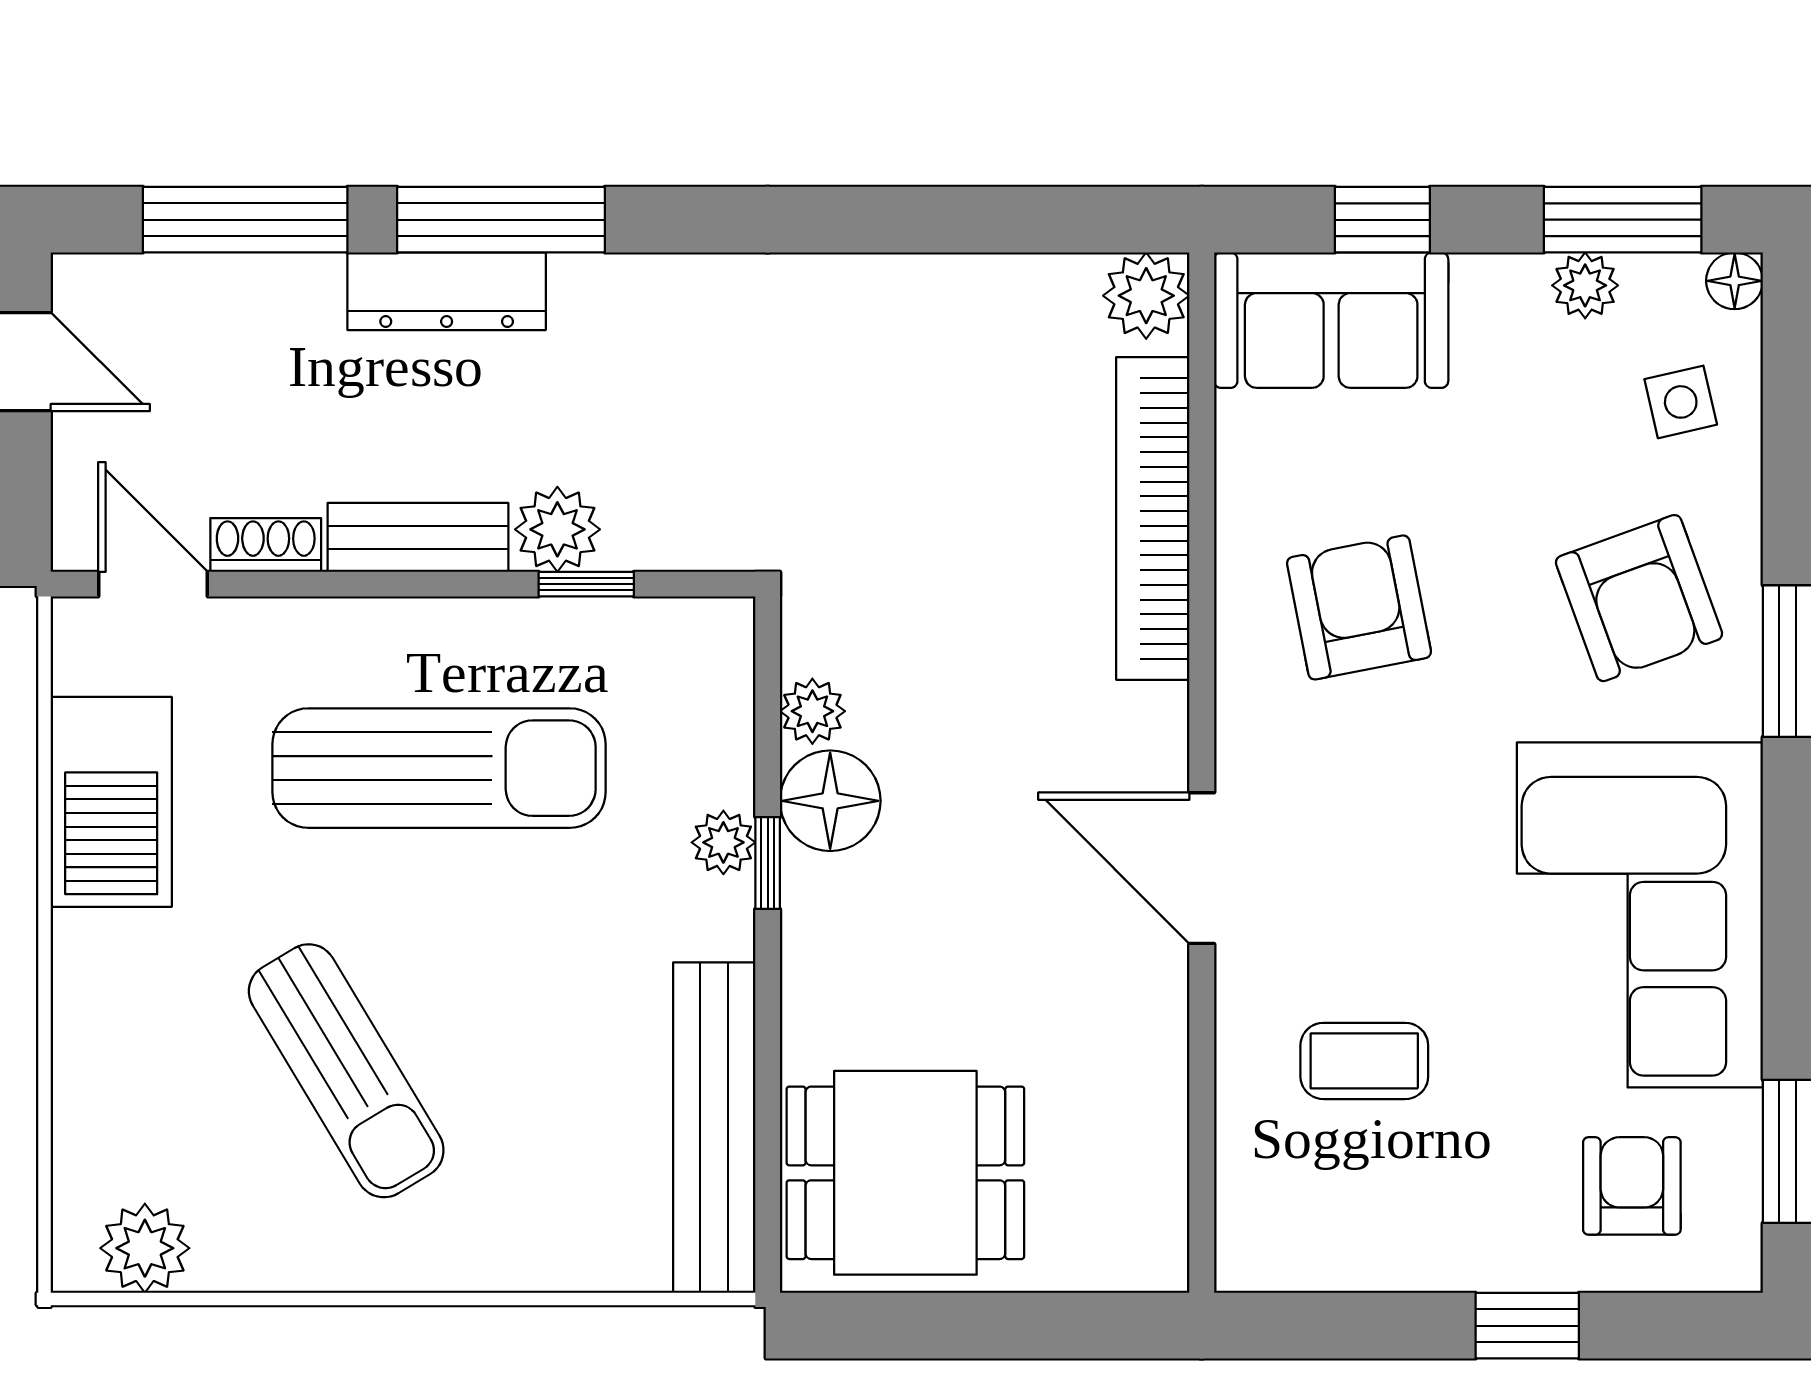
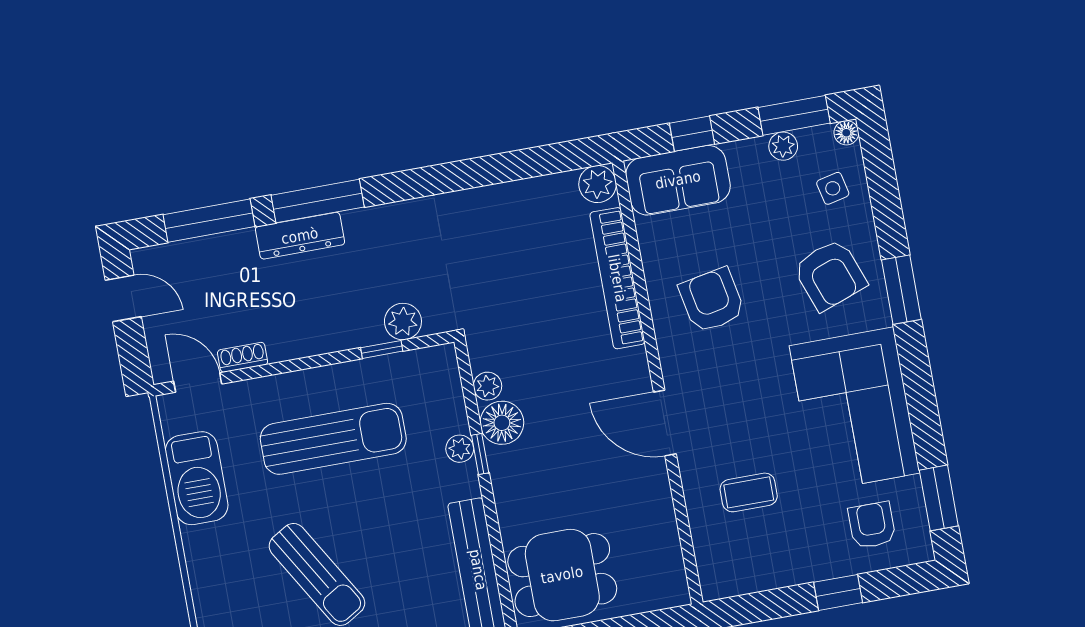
plant: (557, 529) -> (403, 322), moved
bench: (418, 537) -> (307, 342), removed

